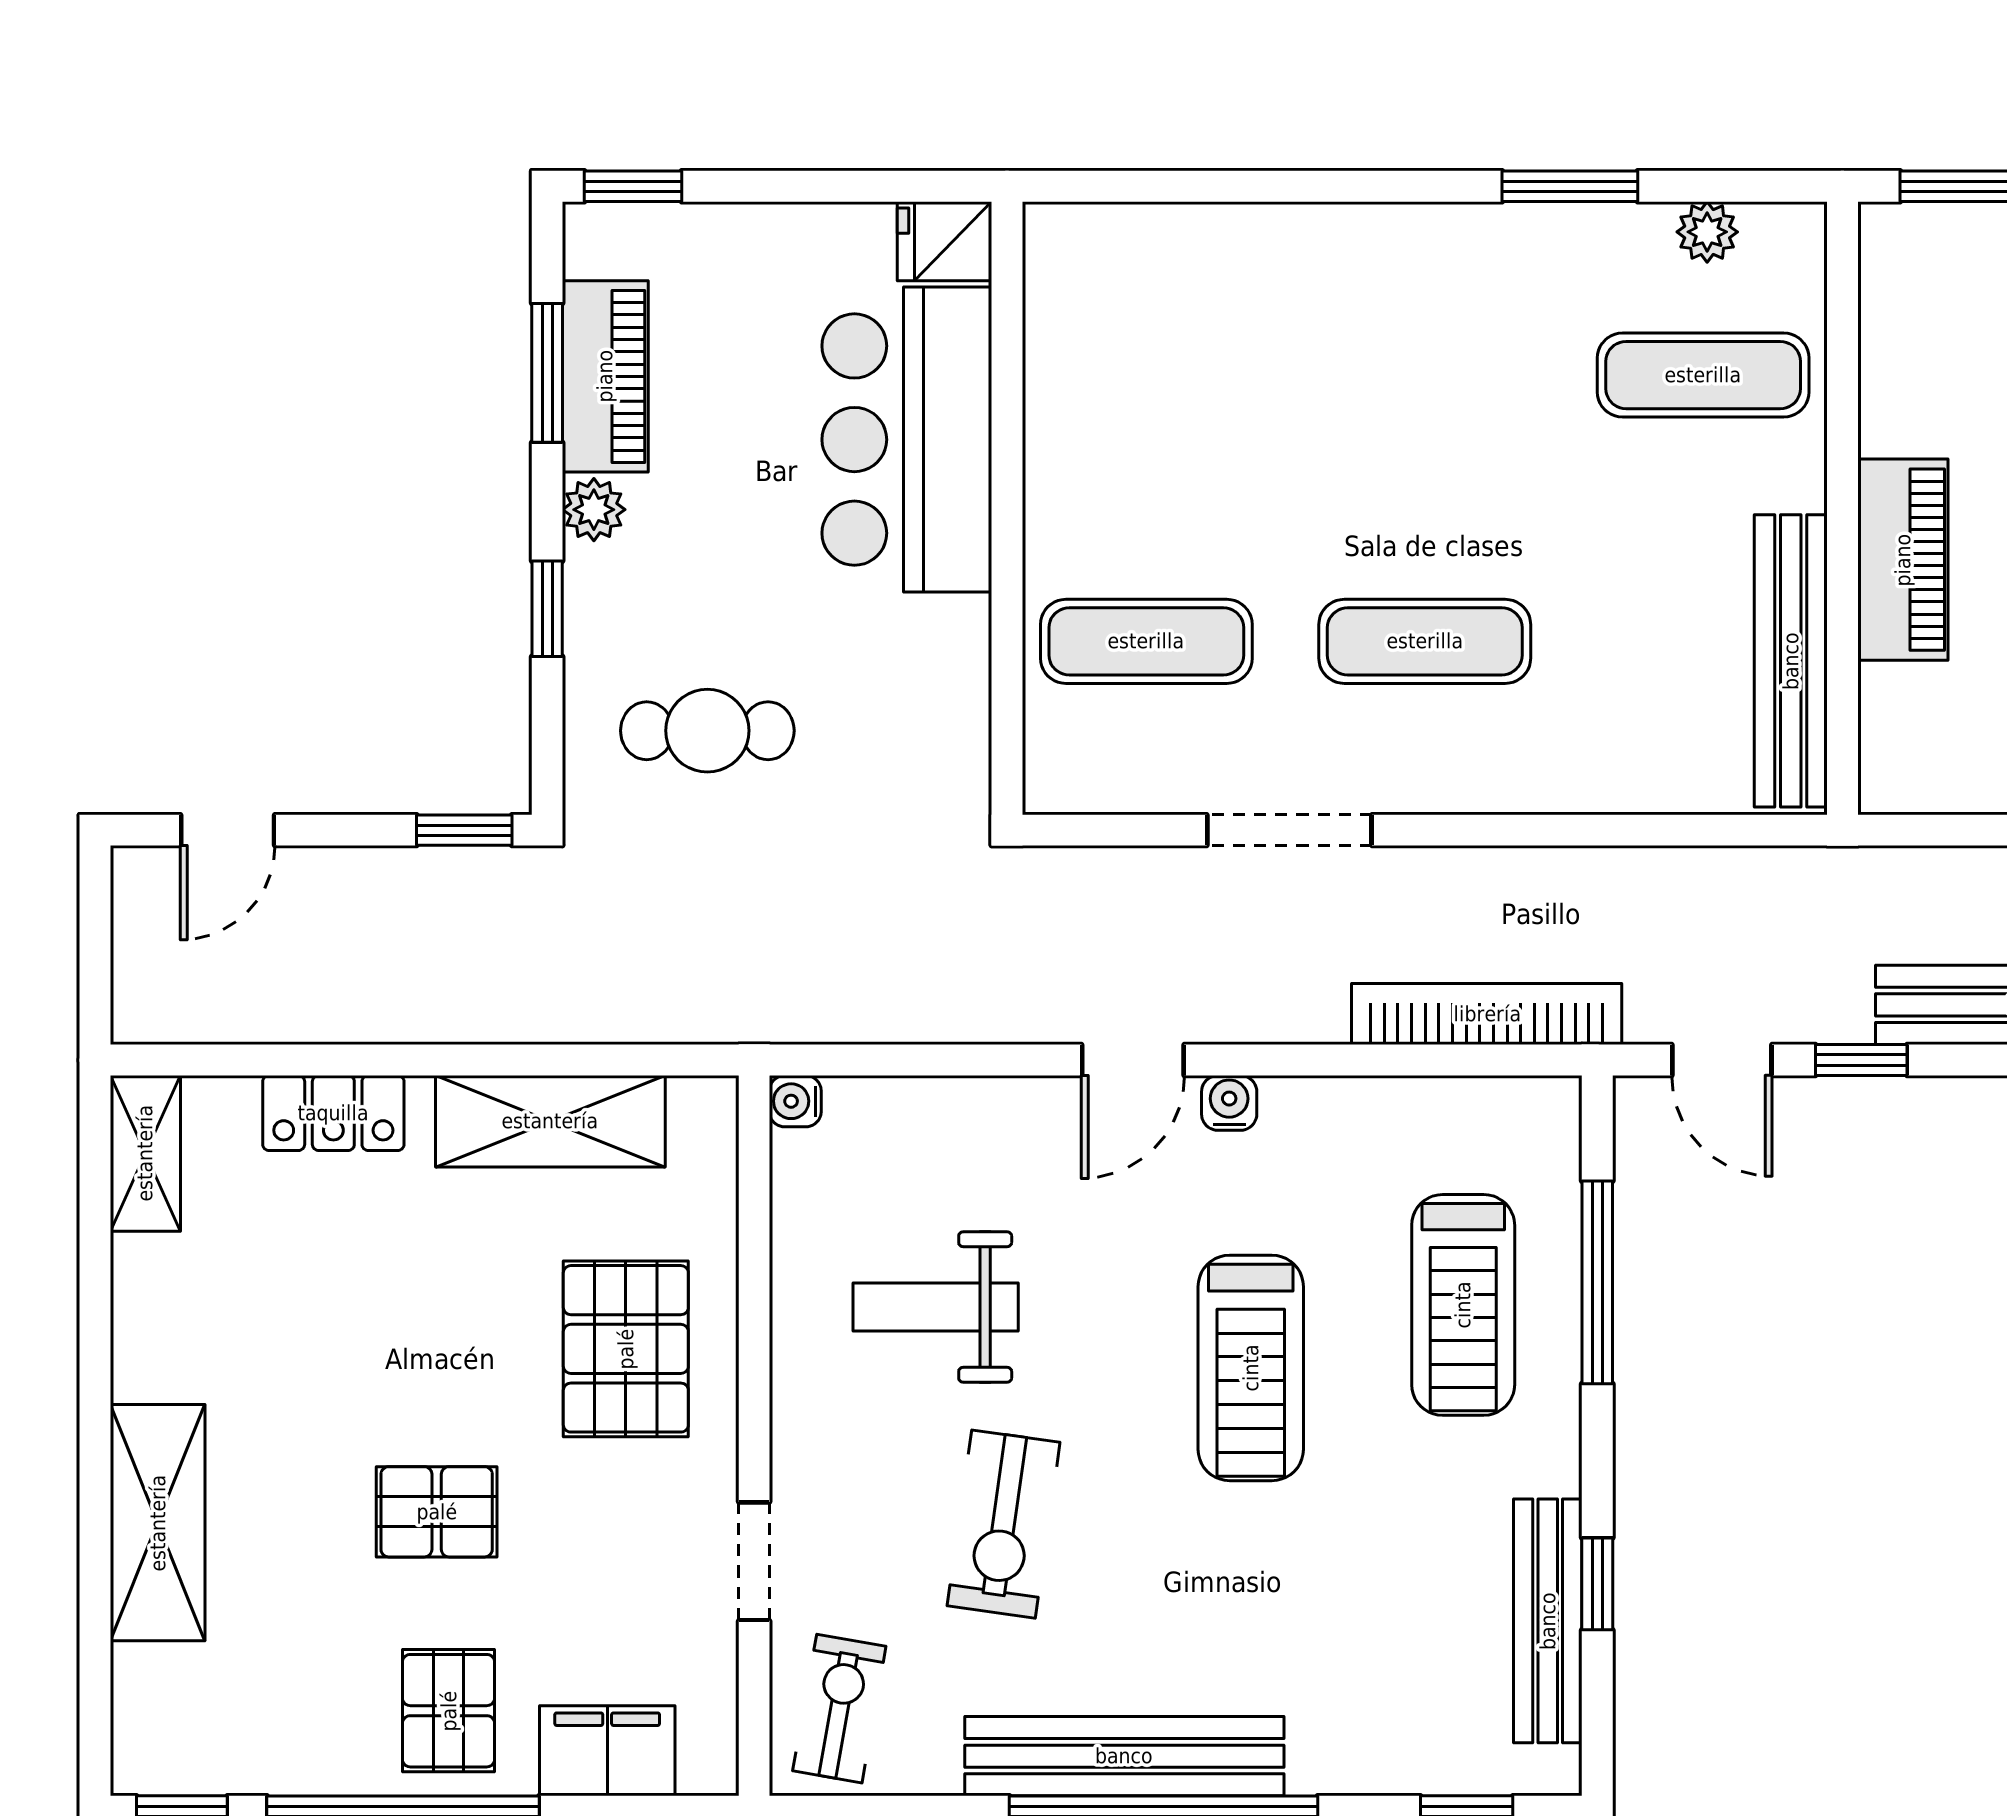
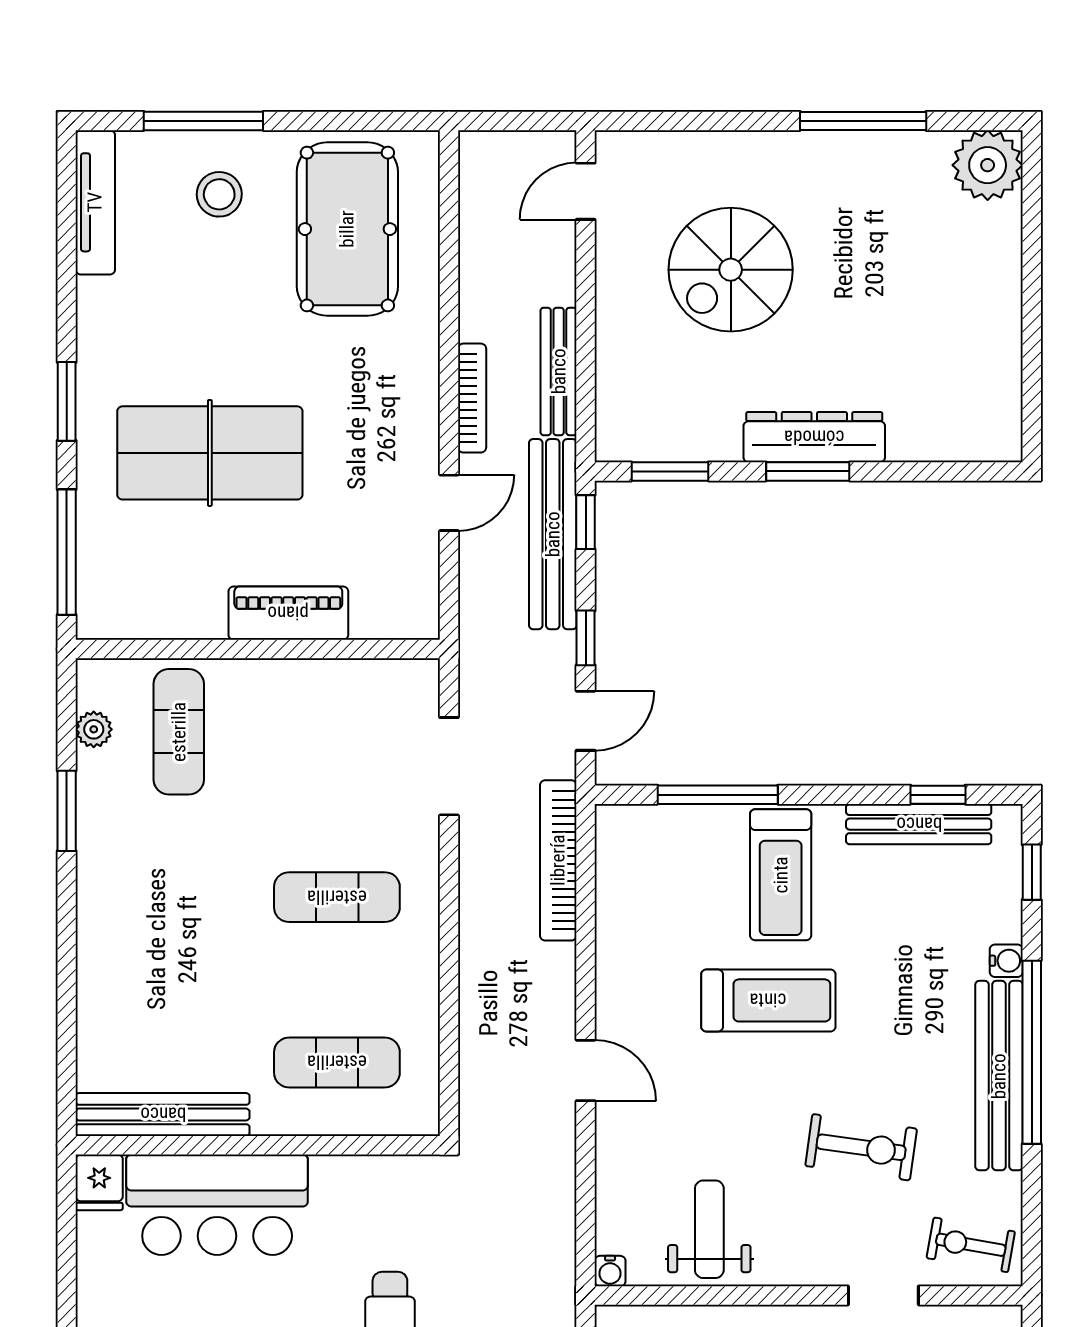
exercise mat: (1146, 641) -> (337, 1062), turned 90
exercise mat: (1425, 641) -> (337, 897), turned 90
bench: (1791, 661) -> (163, 1114), moved
doorway: (1289, 830) -> (449, 766), moved
water cooler: (1229, 1103) -> (1006, 961), moved, turned 180
treadmill: (1463, 1305) -> (781, 875), moved, turned 90
weight bench: (936, 1307) -> (709, 1229), moved, turned 180
window: (1597, 1584) -> (938, 795), moved

